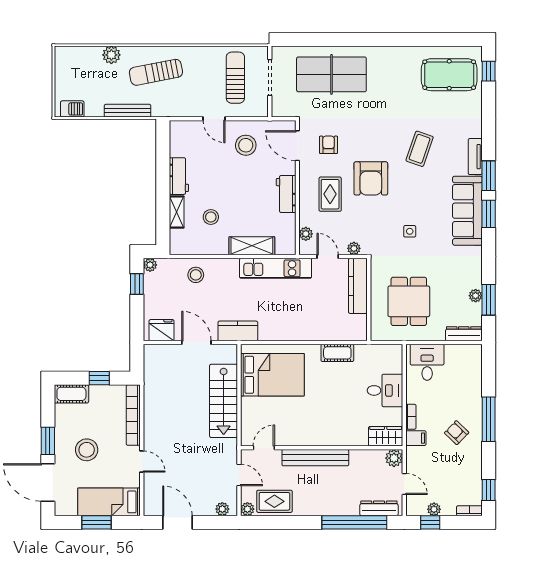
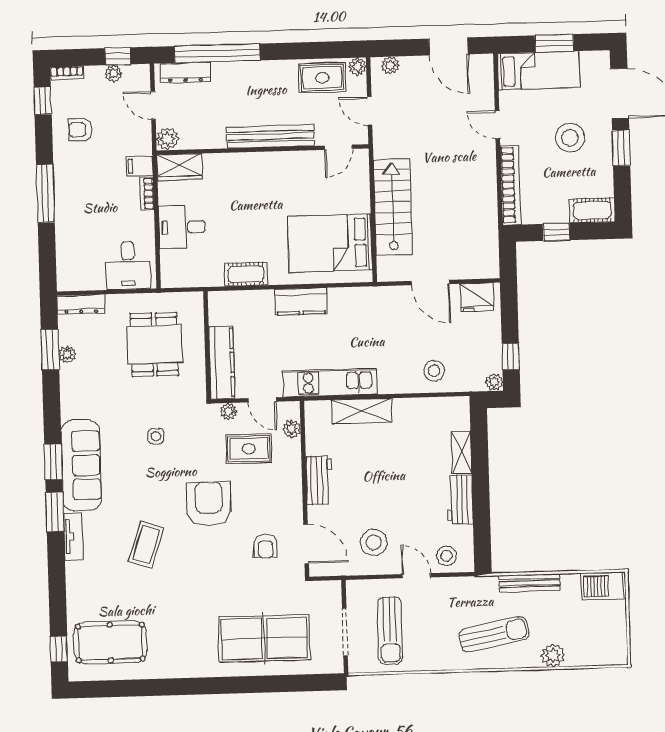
barbecue: (72, 109) -> (602, 586), width x1.38, depth x1.27
rug: (330, 194) -> (249, 449), moved, turned 90
stool: (211, 217) -> (447, 556), moved
kitchen counter: (238, 331) -> (301, 301), moved
armchair: (457, 433) -> (80, 130), moved, turned 136

